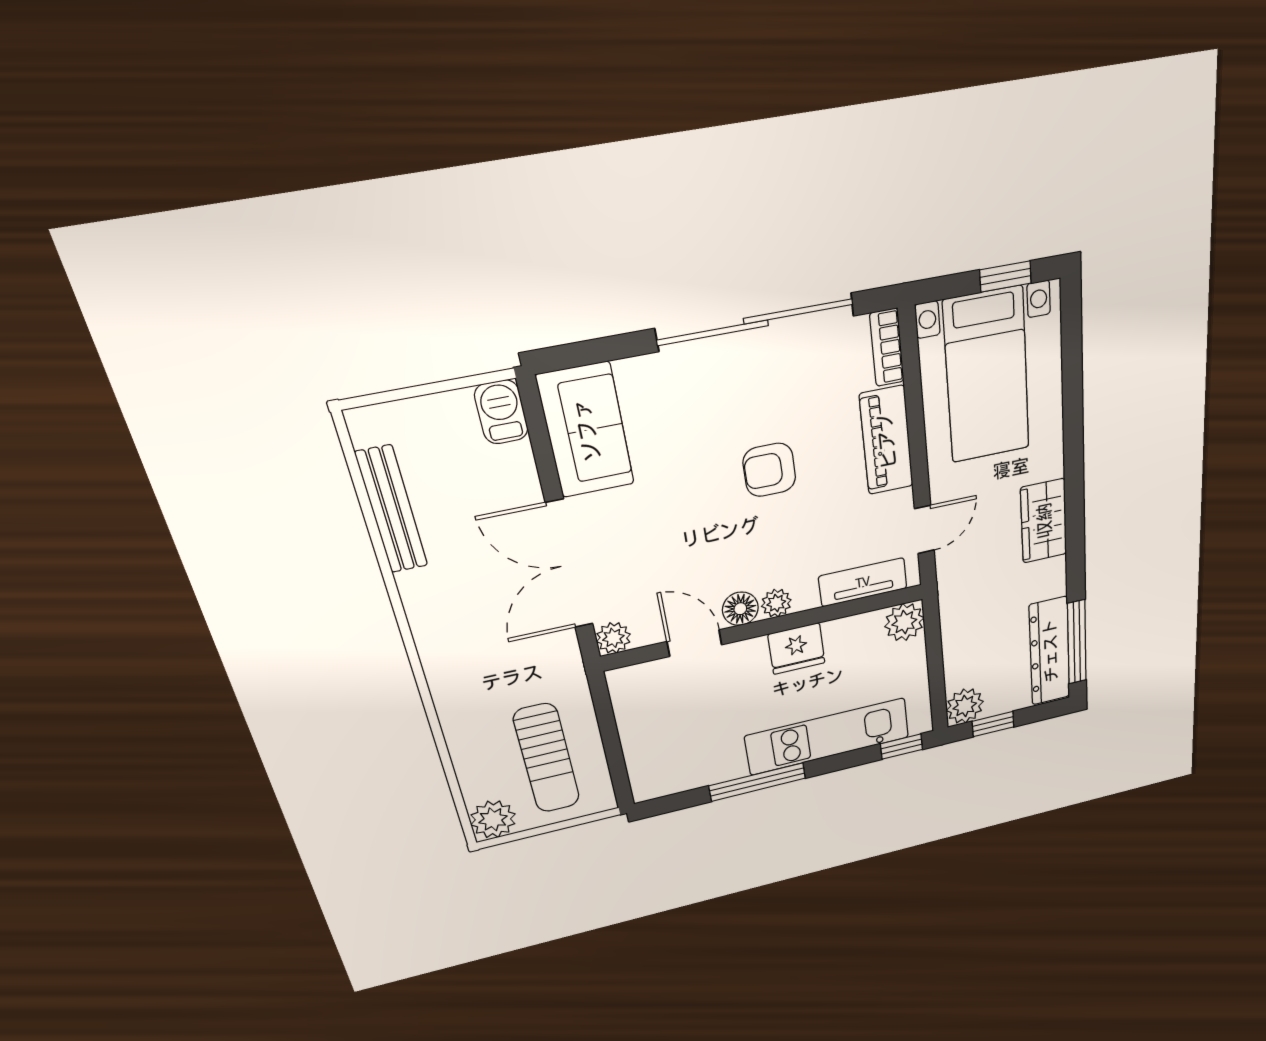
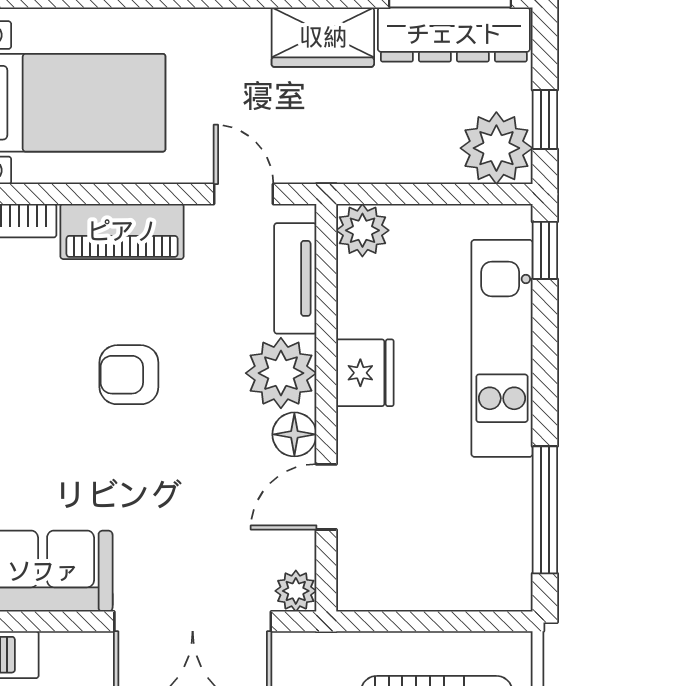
armchair: (769, 470) -> (129, 375), turned 90
wardrobe: (1044, 521) -> (323, 37), moved
plant: (776, 603) -> (281, 373), width x1.88, depth x1.88
plant: (965, 706) -> (496, 148), width x1.36, depth x1.36
window: (757, 782) -> (545, 510), moved

